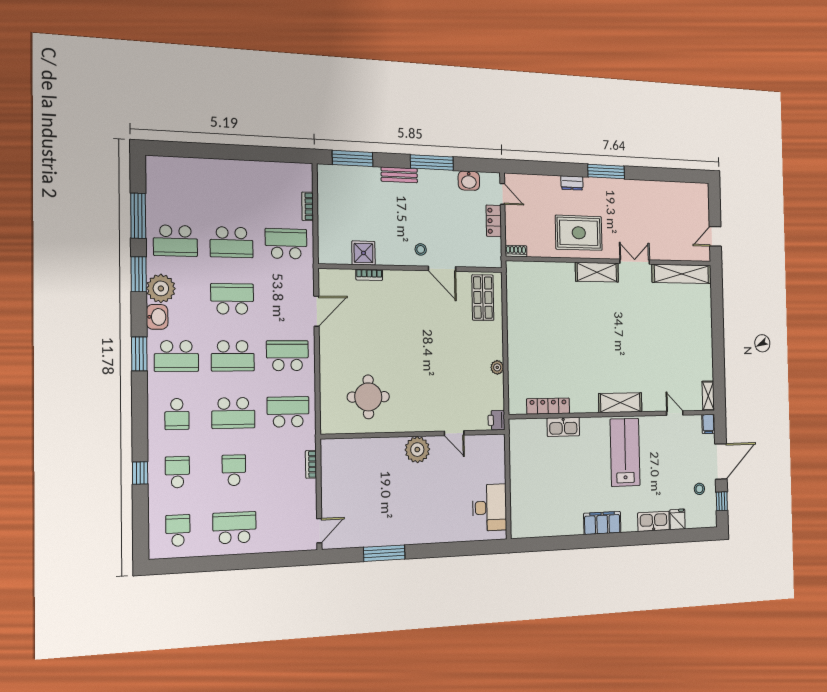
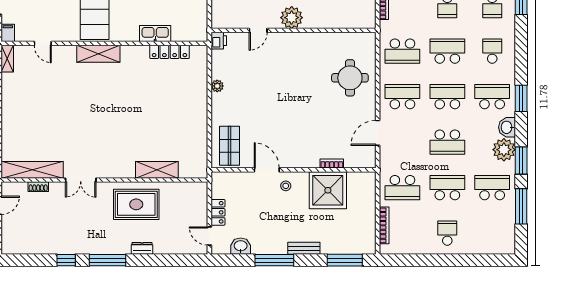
window: (647, 174) -> (66, 260), added
school desk: (231, 186) -> (447, 233), added
bookcase: (308, 206) -> (384, 225), width x1.56
shoe rack: (516, 251) -> (38, 187), moved
shower: (363, 253) -> (328, 190), width x1.86, depth x1.86
shelving: (597, 272) -> (157, 170), moved
school desk: (287, 356) -> (402, 97), turned 180
round table: (368, 397) -> (350, 78), moved
door: (454, 433) -> (258, 30), swing flipped

